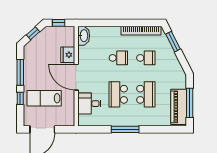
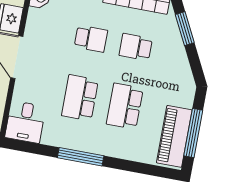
school desk: (146, 58) -> (136, 47), turned 180
school desk: (146, 94) -> (125, 106), turned 180
desk: (89, 104) -> (25, 122), moved, turned -90

